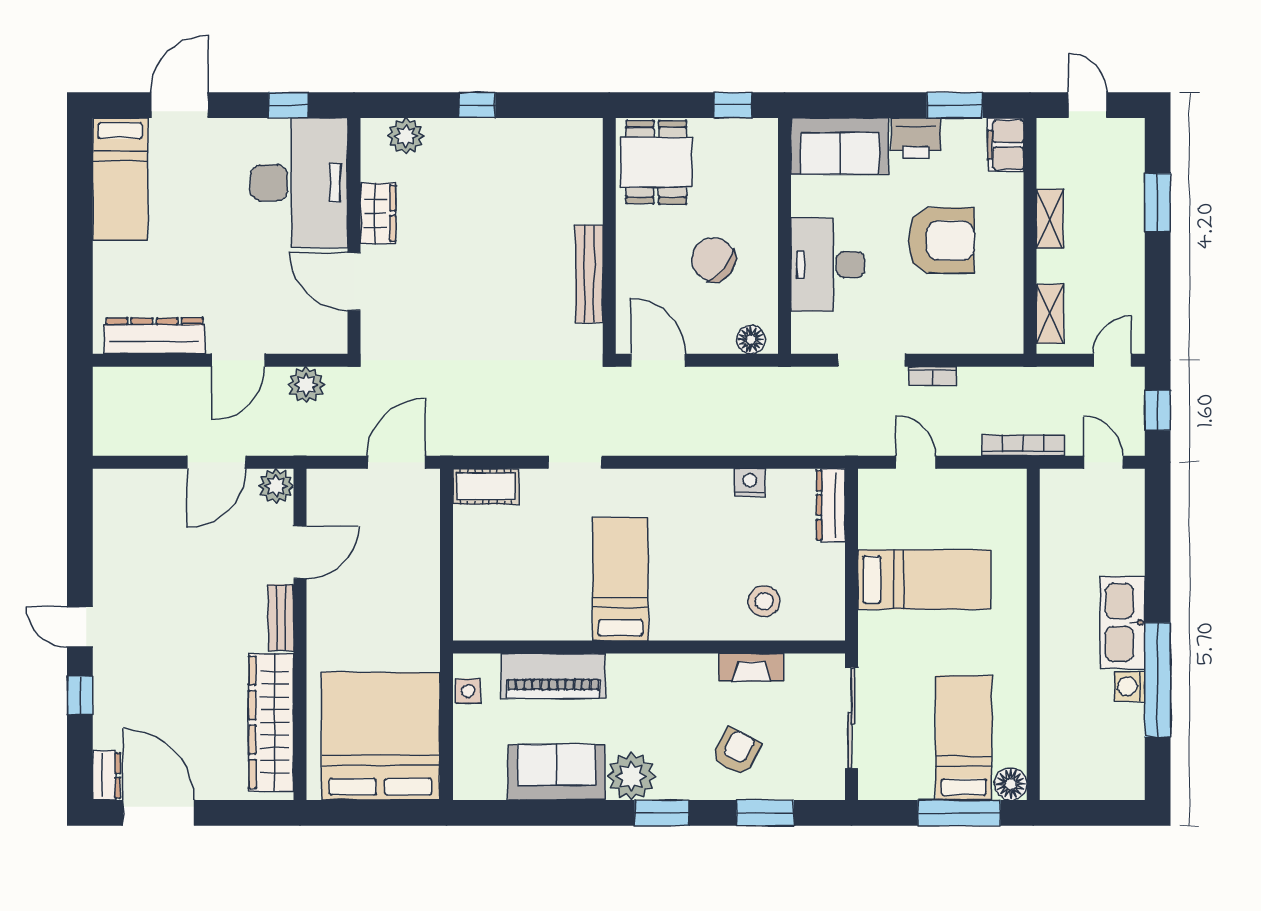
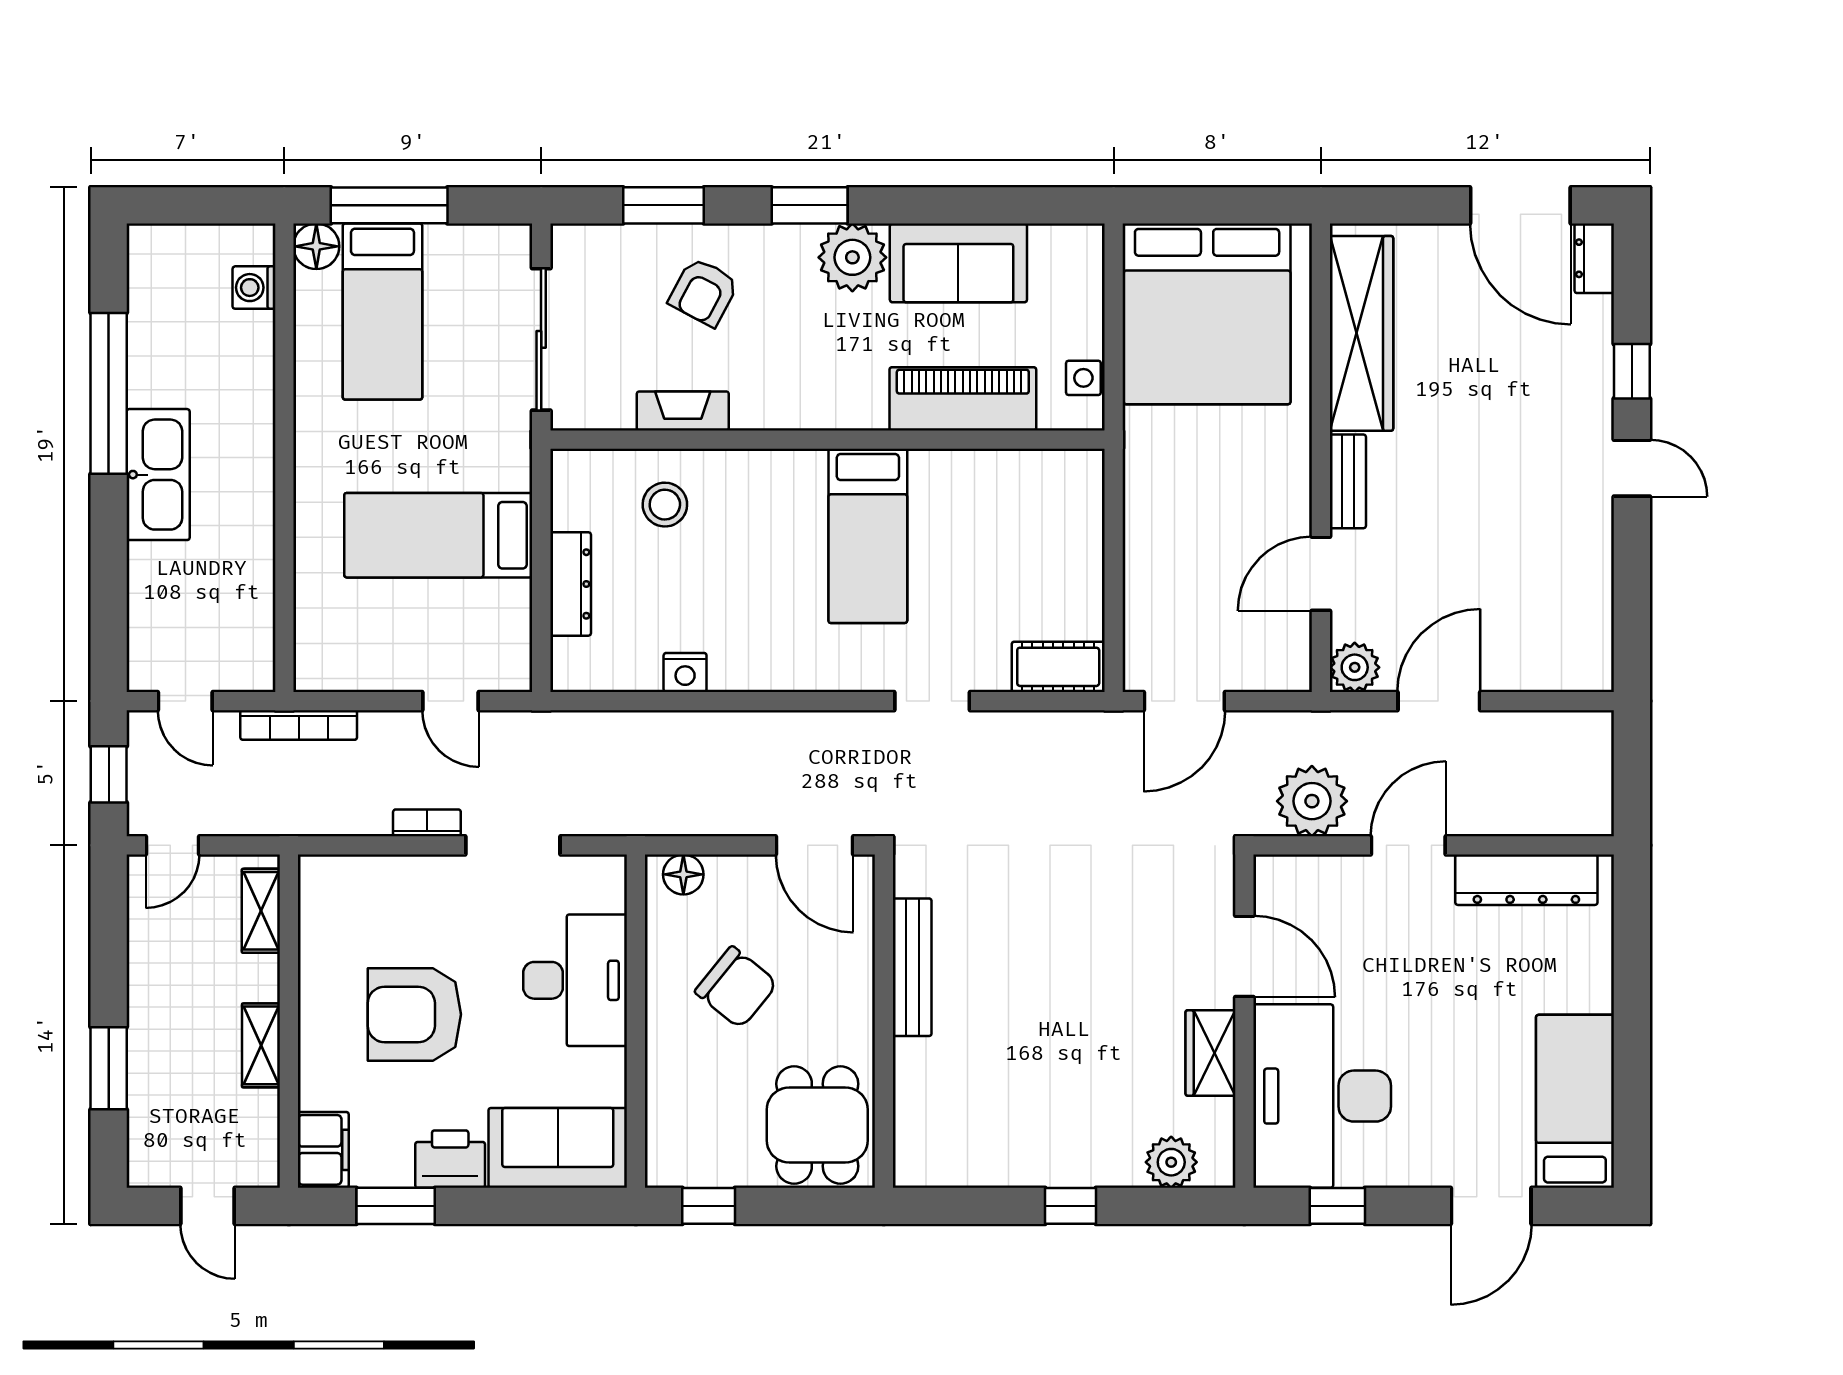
plant: (306, 385) -> (1312, 801), width x1.36, depth x1.36
dresser: (831, 505) -> (571, 584), moved
washing machine: (1130, 686) -> (254, 288), moved, turned 180

